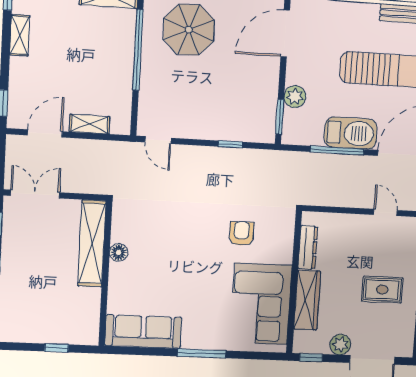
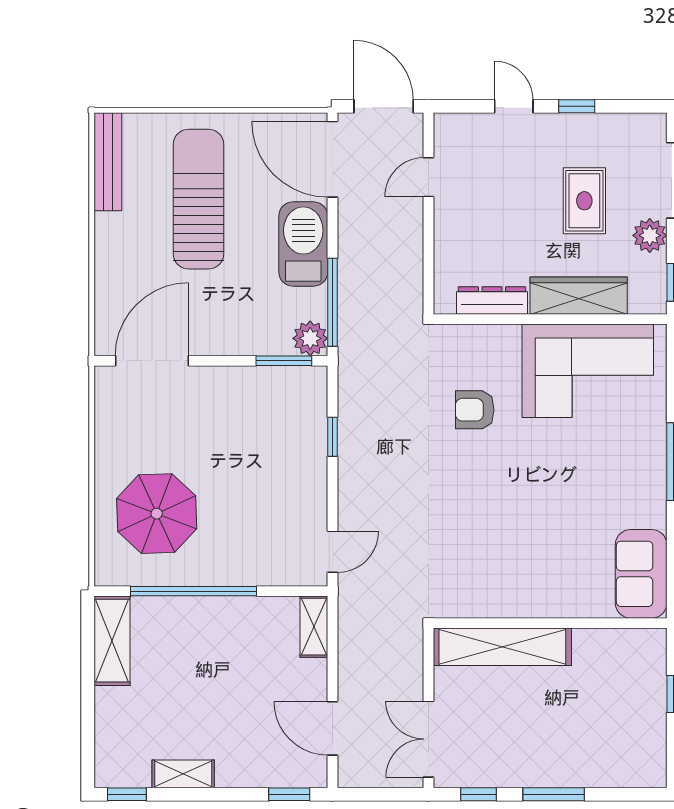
door: (285, 33) -> (152, 361), swing flipped
plant: (295, 97) -> (310, 338), moved
shelving: (90, 124) -> (314, 627), moved
window: (337, 151) -> (333, 302), moved
floor lamp: (119, 253) -> (515, 604), removed
rug: (382, 290) -> (584, 201), moved
sofa: (143, 332) -> (641, 574), width x0.73

